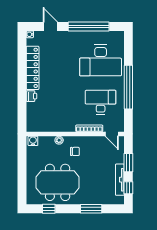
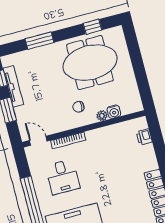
printer: (32, 96) -> (144, 137), moved
desk: (101, 102) -> (63, 177), width x0.73
water cooler: (33, 141) -> (114, 112), moved

